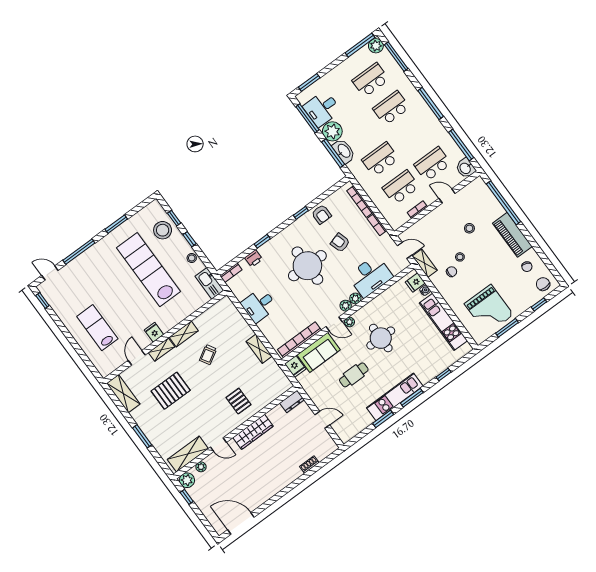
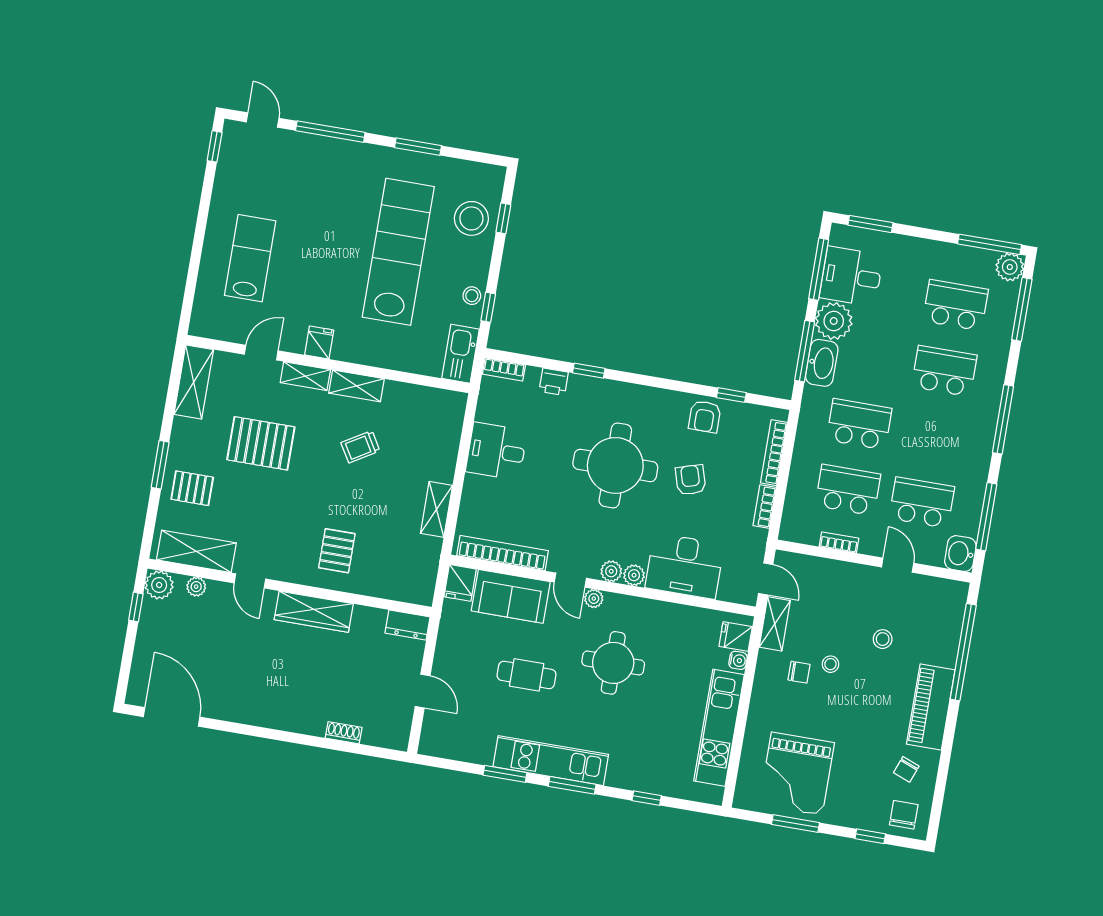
window: (301, 213) -> (731, 395), moved
window: (190, 239) -> (488, 307), moved
pallet: (163, 433) -> (192, 488), added

